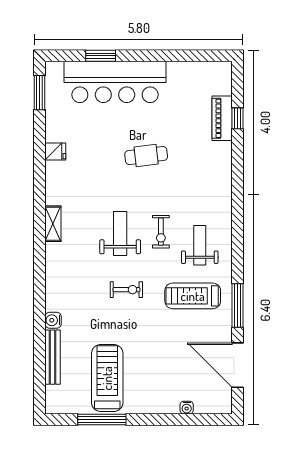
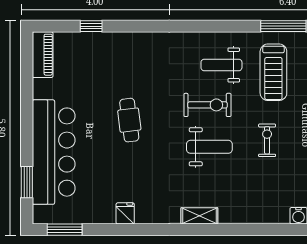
window: (101, 56) -> (27, 182), moved
piano: (222, 118) -> (43, 55), moved, turned -90
exercise bike: (161, 232) -> (208, 105), width x1.38, depth x1.39
weight bench: (120, 233) -> (209, 147), turned 180

